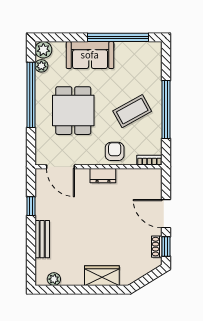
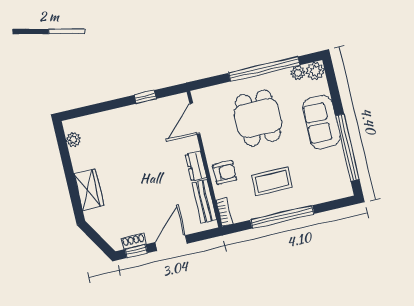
dining table: (73, 111) -> (258, 118), turned 90
coffee table: (132, 111) -> (272, 181), turned -61
bench: (42, 239) -> (204, 201), moved, turned 90

